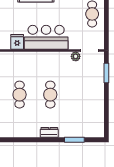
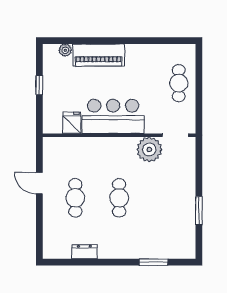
plant: (76, 56) -> (149, 149), width x1.87, depth x1.87
window: (106, 73) -> (199, 211), moved
dresser: (49, 132) -> (84, 252), moved

